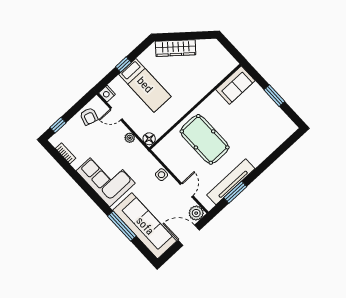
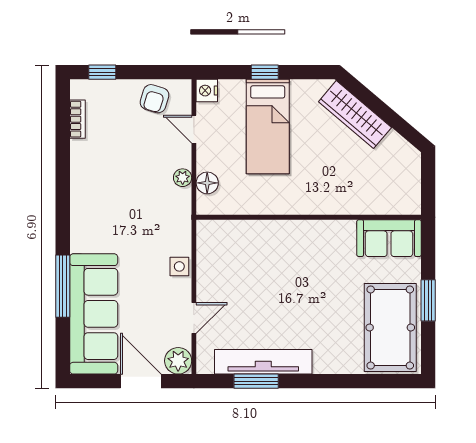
floor lamp: (149, 139) -> (207, 183), moved
pool table: (205, 139) -> (390, 327), moved
corner sofa: (106, 177) -> (102, 200), removed

